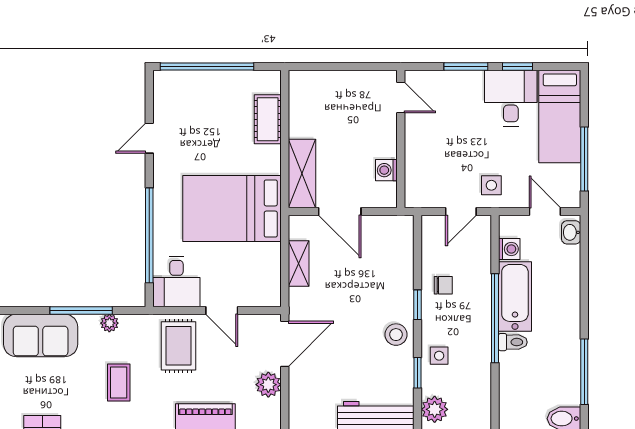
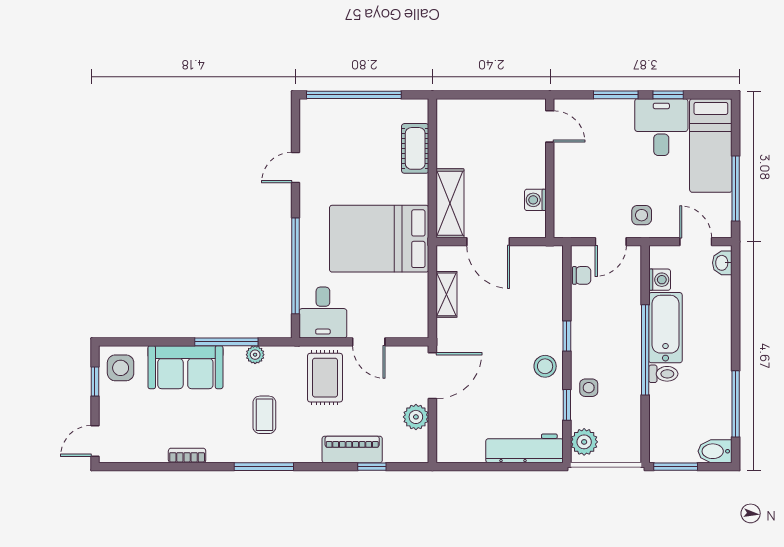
chair: (443, 285) -> (582, 275), moved

